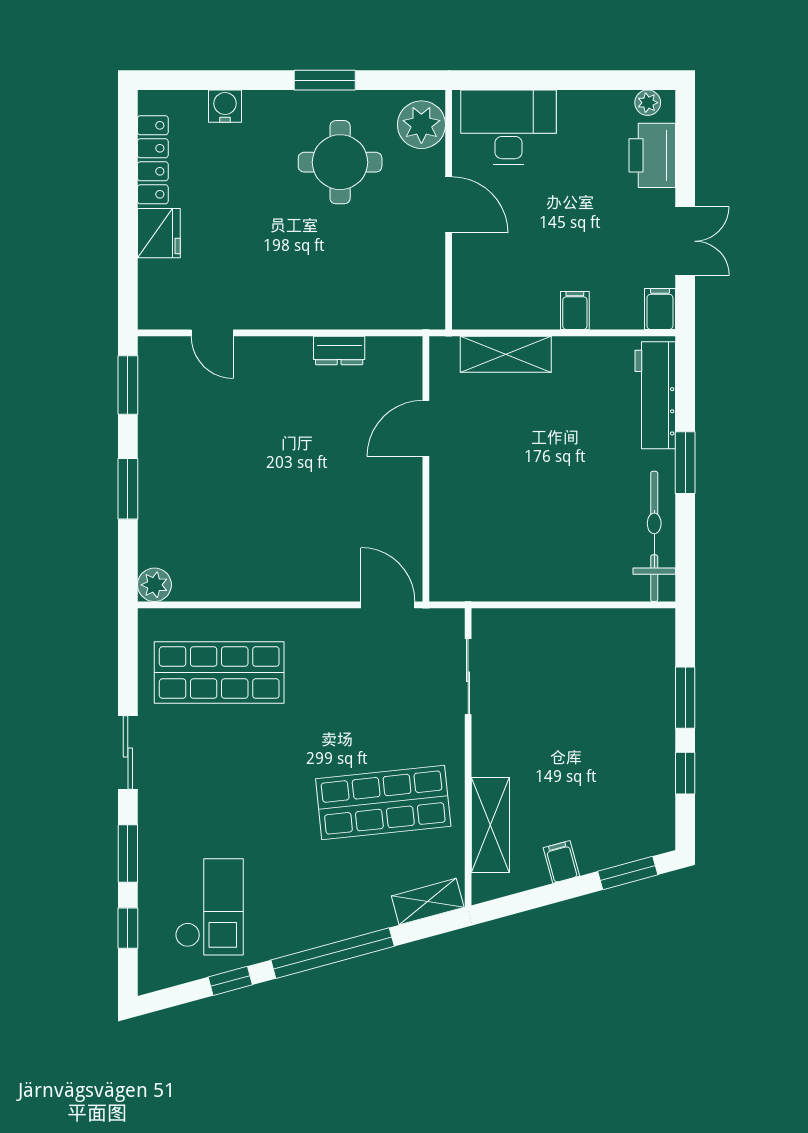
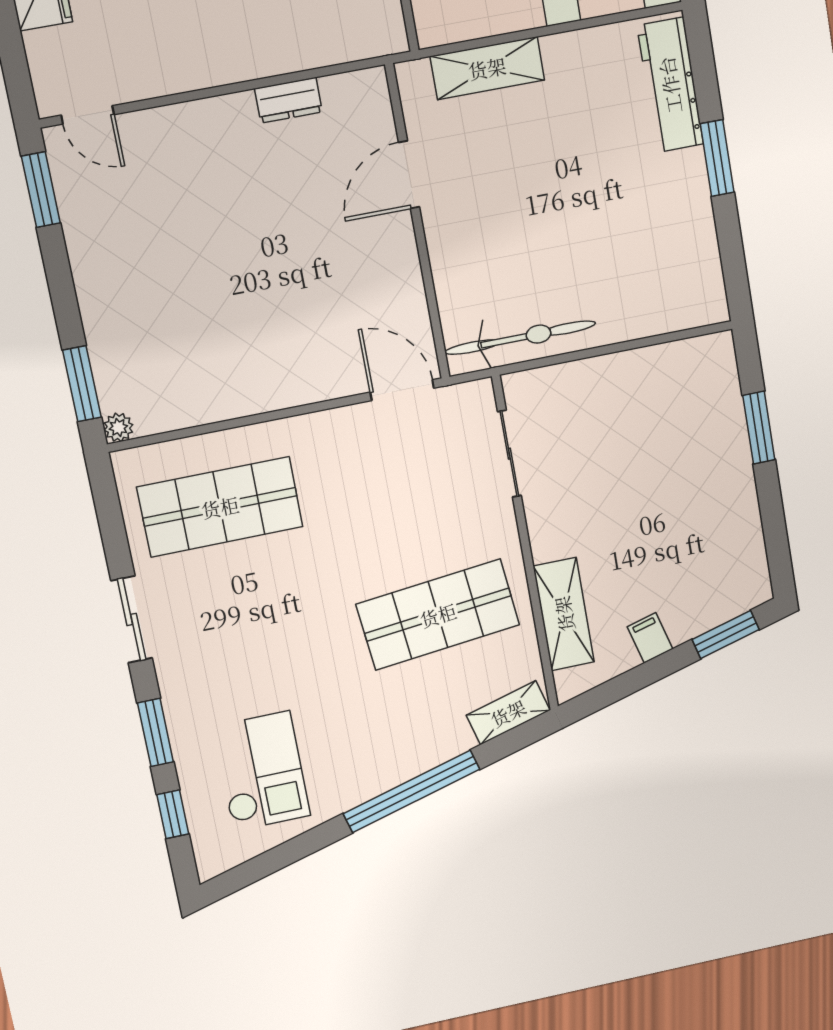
door: (212, 333) -> (88, 115), moved
window: (128, 489) -> (82, 384), moved
bicycle: (654, 536) -> (520, 338), moved, turned 90
plant: (154, 585) -> (118, 427), width x0.73, depth x0.73
window: (685, 773) -> (772, 512), removed
window: (230, 981) -> (302, 846), removed

